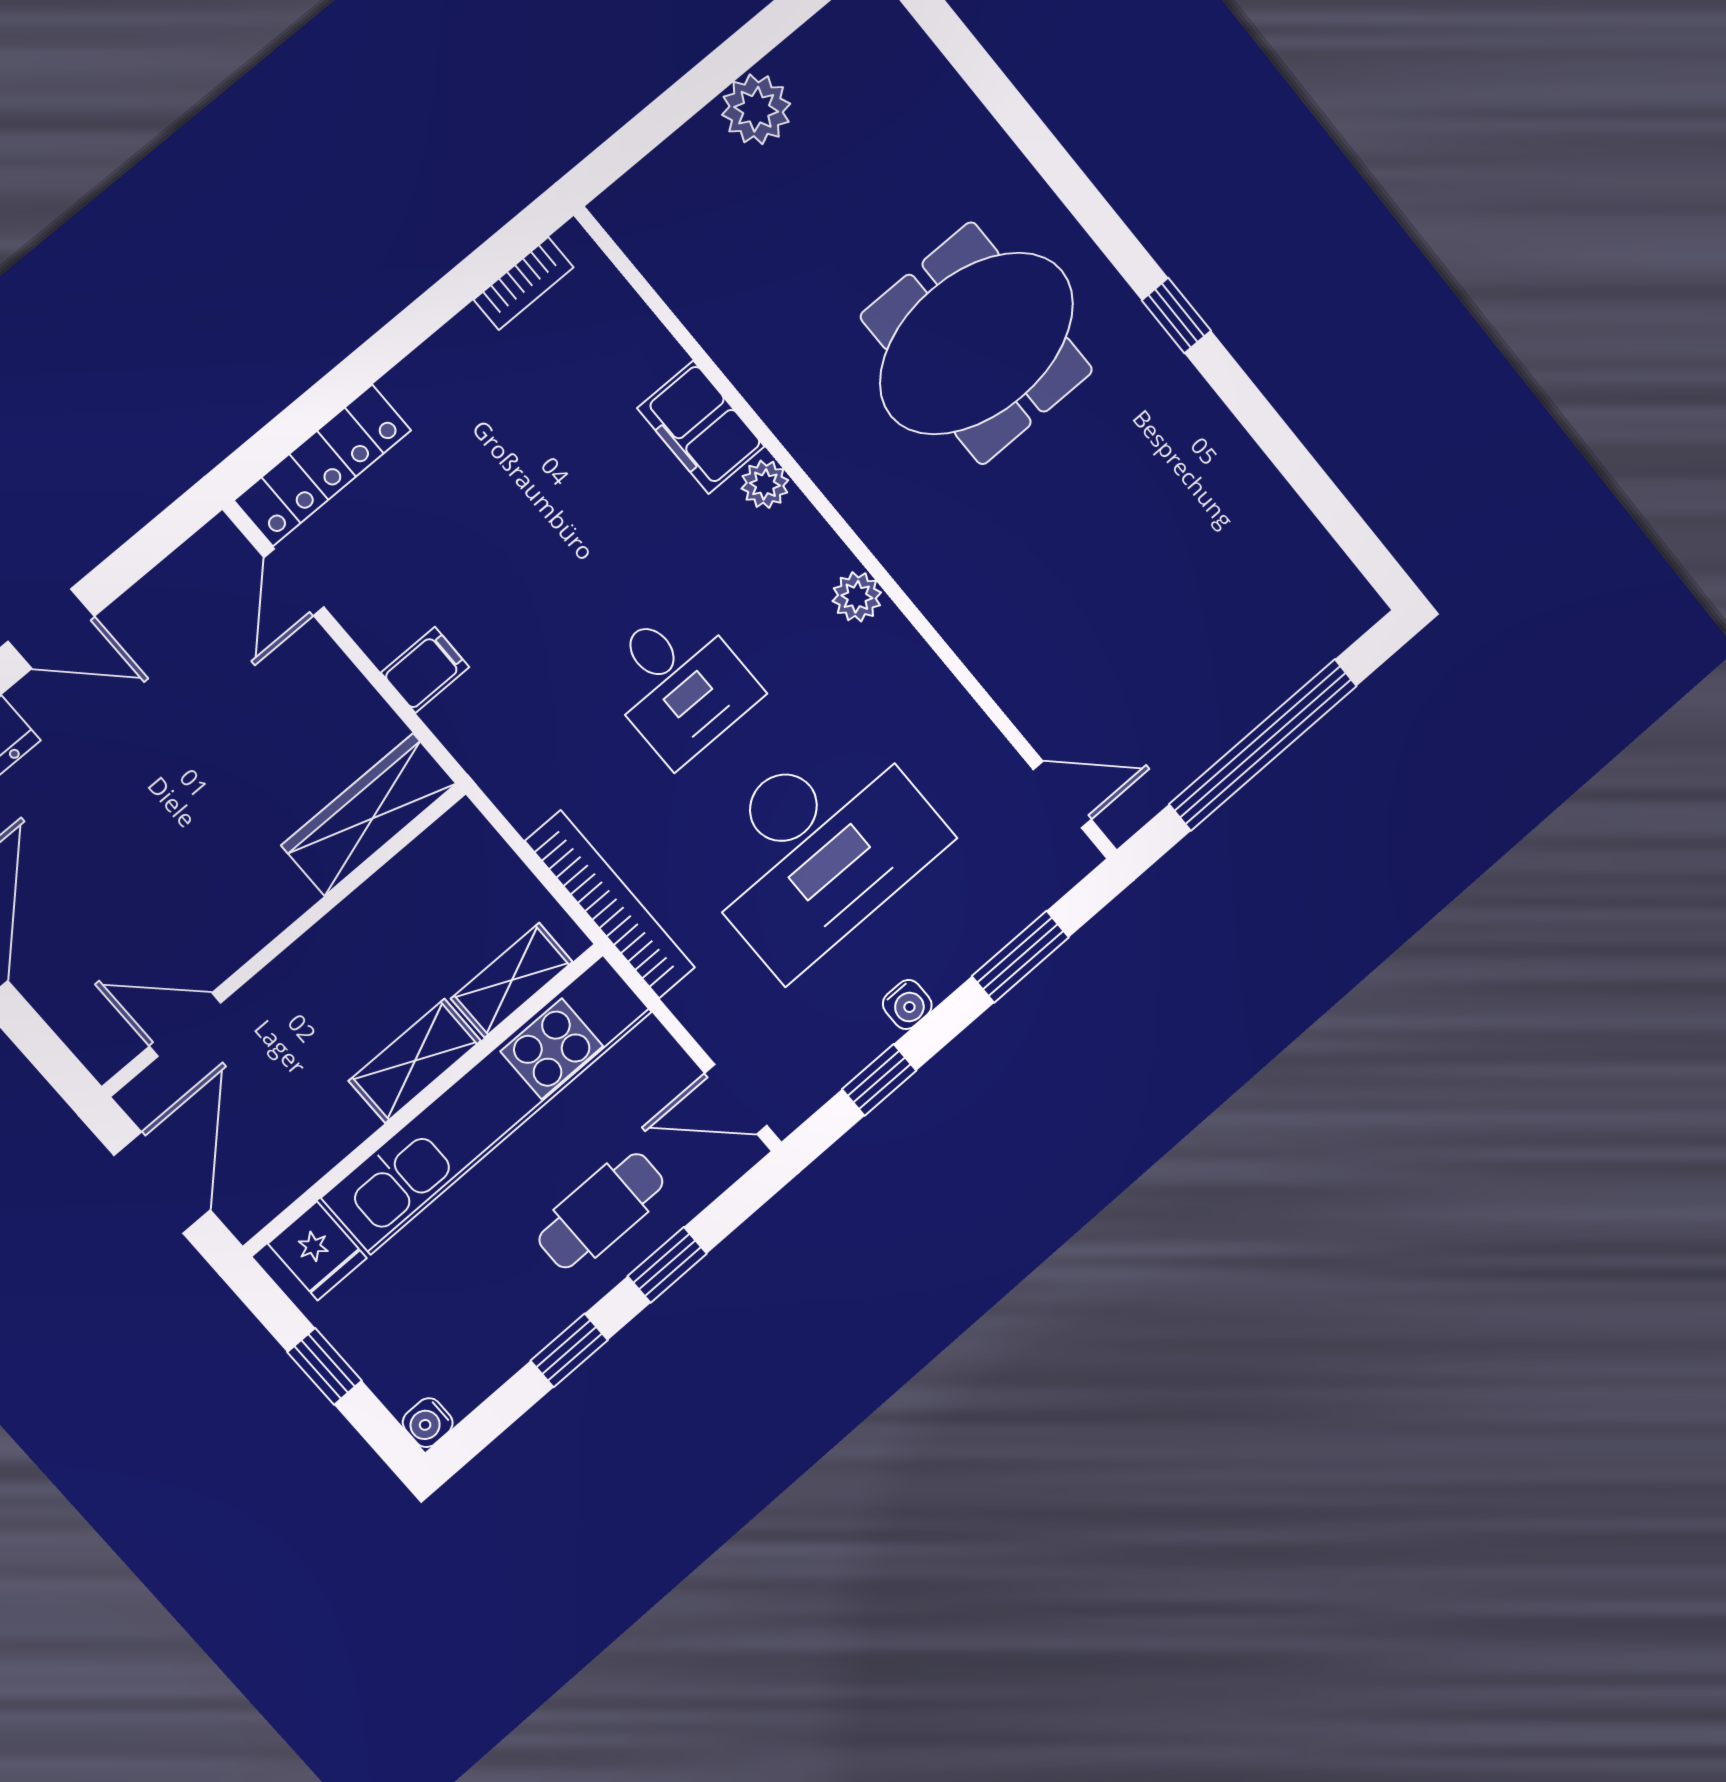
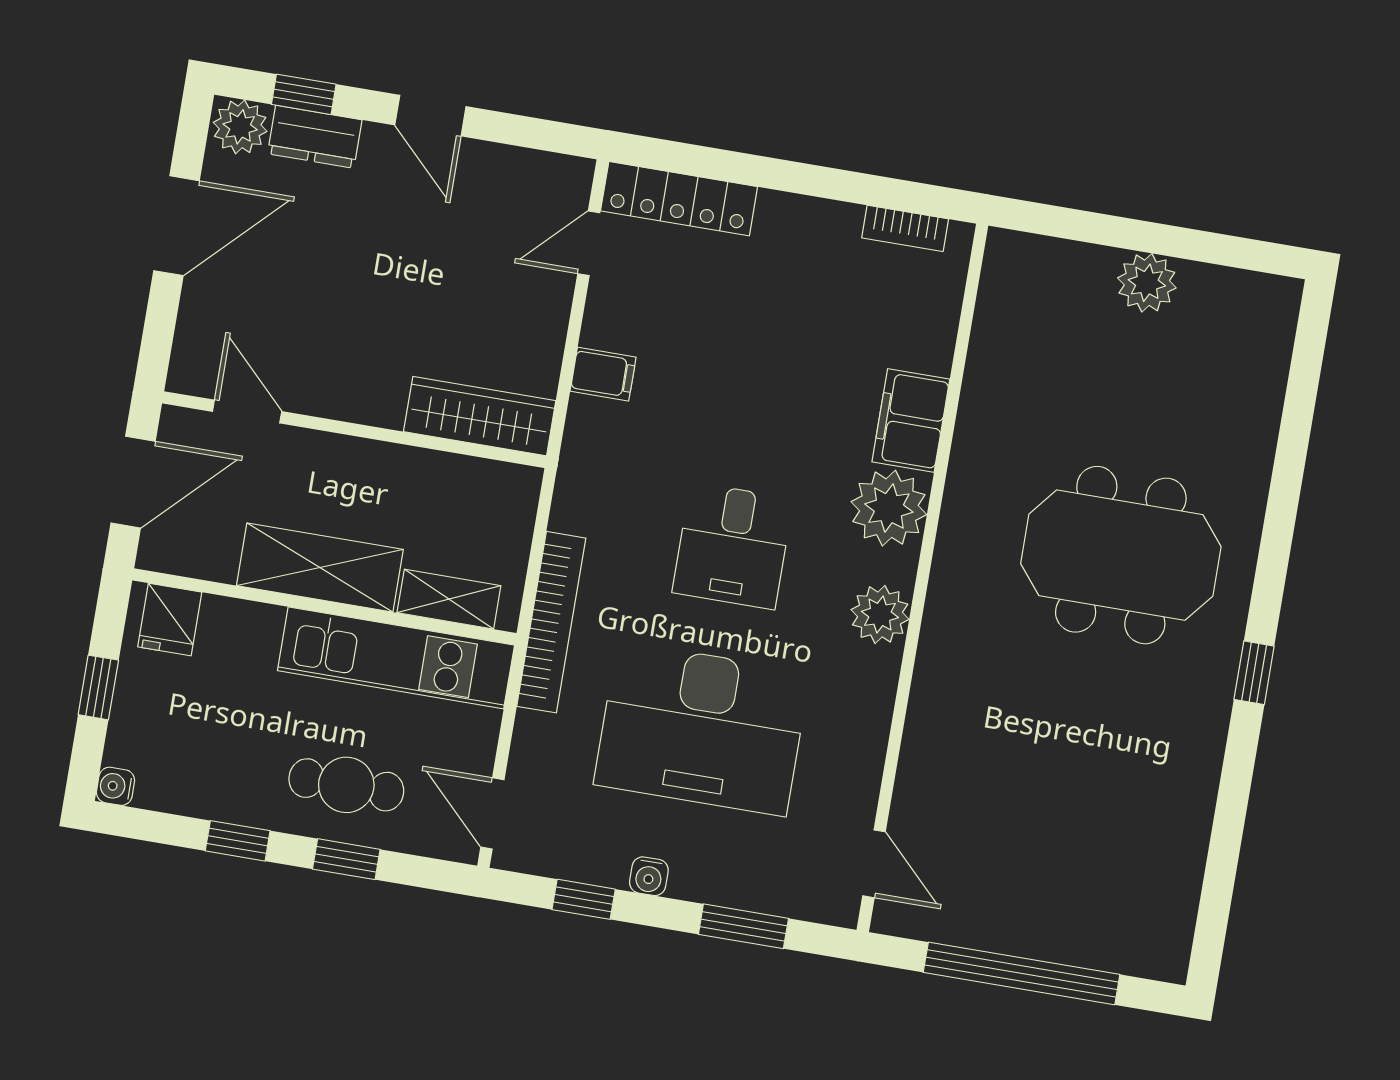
plant: (765, 484) -> (889, 508), width x1.88, depth x1.88
plant: (857, 597) -> (880, 614), width x1.38, depth x1.38
shelving: (415, 1061) -> (320, 568), width x1.50, depth x1.33
kitchen unit: (487, 1104) -> (396, 658), width x0.73

